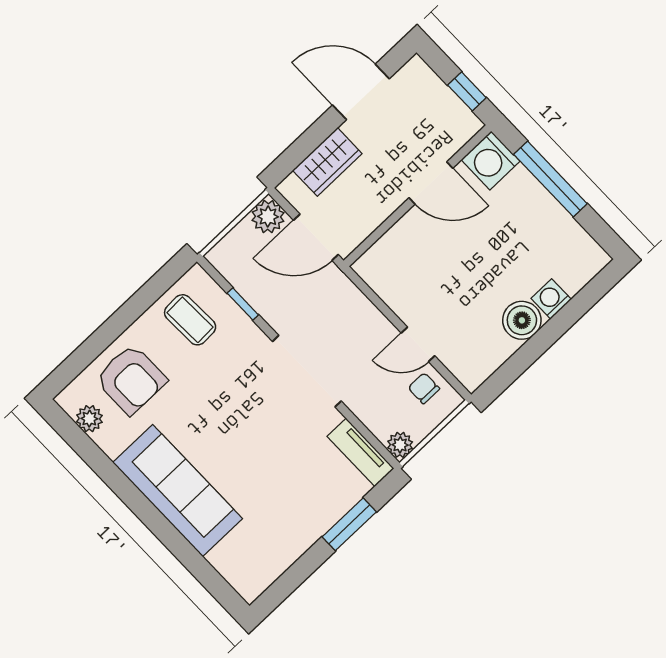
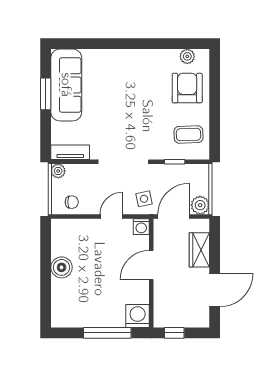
door: (431, 183) -> (151, 265), moved
side table: (329, 298) -> (144, 199), added
washing machine: (551, 299) -> (141, 227), moved, turned 90
door: (418, 344) -> (111, 217), moved
armchair: (131, 379) -> (187, 88), turned 90
sofa: (178, 491) -> (66, 85), moved, turned -90
window: (349, 524) -> (46, 94), moved

